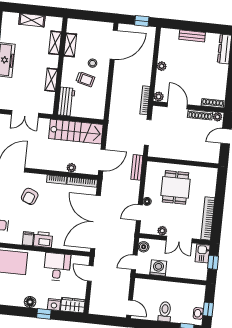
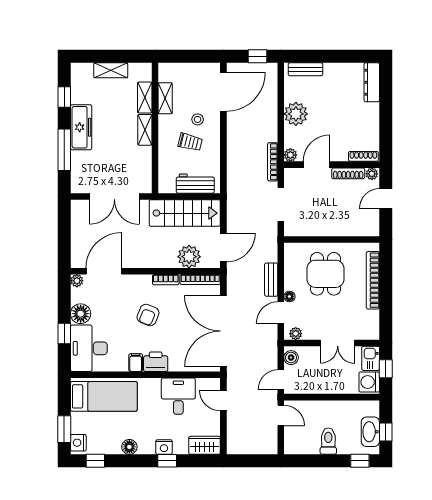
bench: (192, 36) -> (305, 69), moved
plant: (162, 66) -> (296, 114), width x1.88, depth x1.88
shelving: (51, 80) -> (145, 130), moved
workbench: (66, 102) -> (195, 184), moved, turned -90
door: (177, 106) -> (317, 165), hinge flipped
double door: (25, 114) -> (114, 196), width x1.37
bench: (137, 167) -> (271, 280), moved
plant: (71, 168) -> (189, 257), width x1.88, depth x1.88
armchair: (30, 196) -> (148, 315), moved
bookcase: (208, 219) -> (373, 280), moved
plant: (162, 231) -> (296, 334), moved
washing machine: (158, 268) -> (369, 382), moved, turned -90
floor lamp: (30, 302) -> (129, 447), moved
nightstand: (54, 305) -> (164, 447), moved
door: (130, 308) -> (281, 415), moved
washbasin: (198, 313) -> (370, 432), width x1.91, depth x1.45

